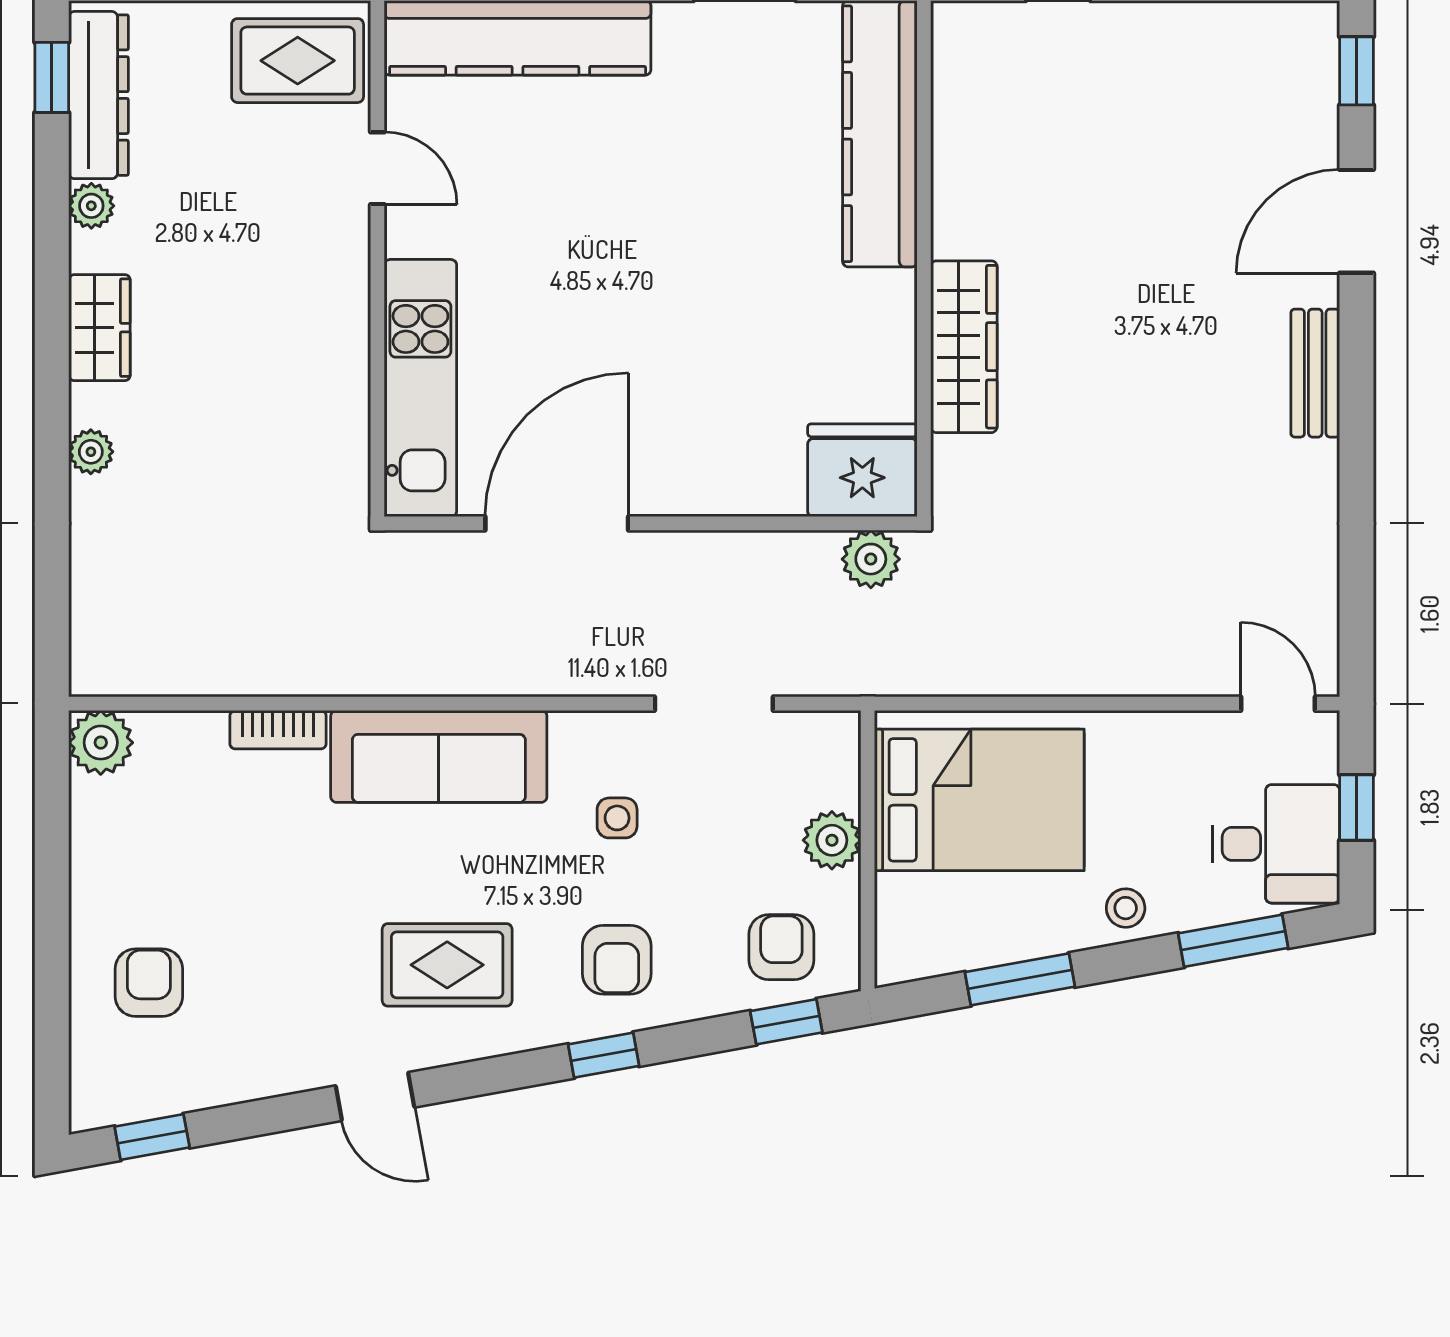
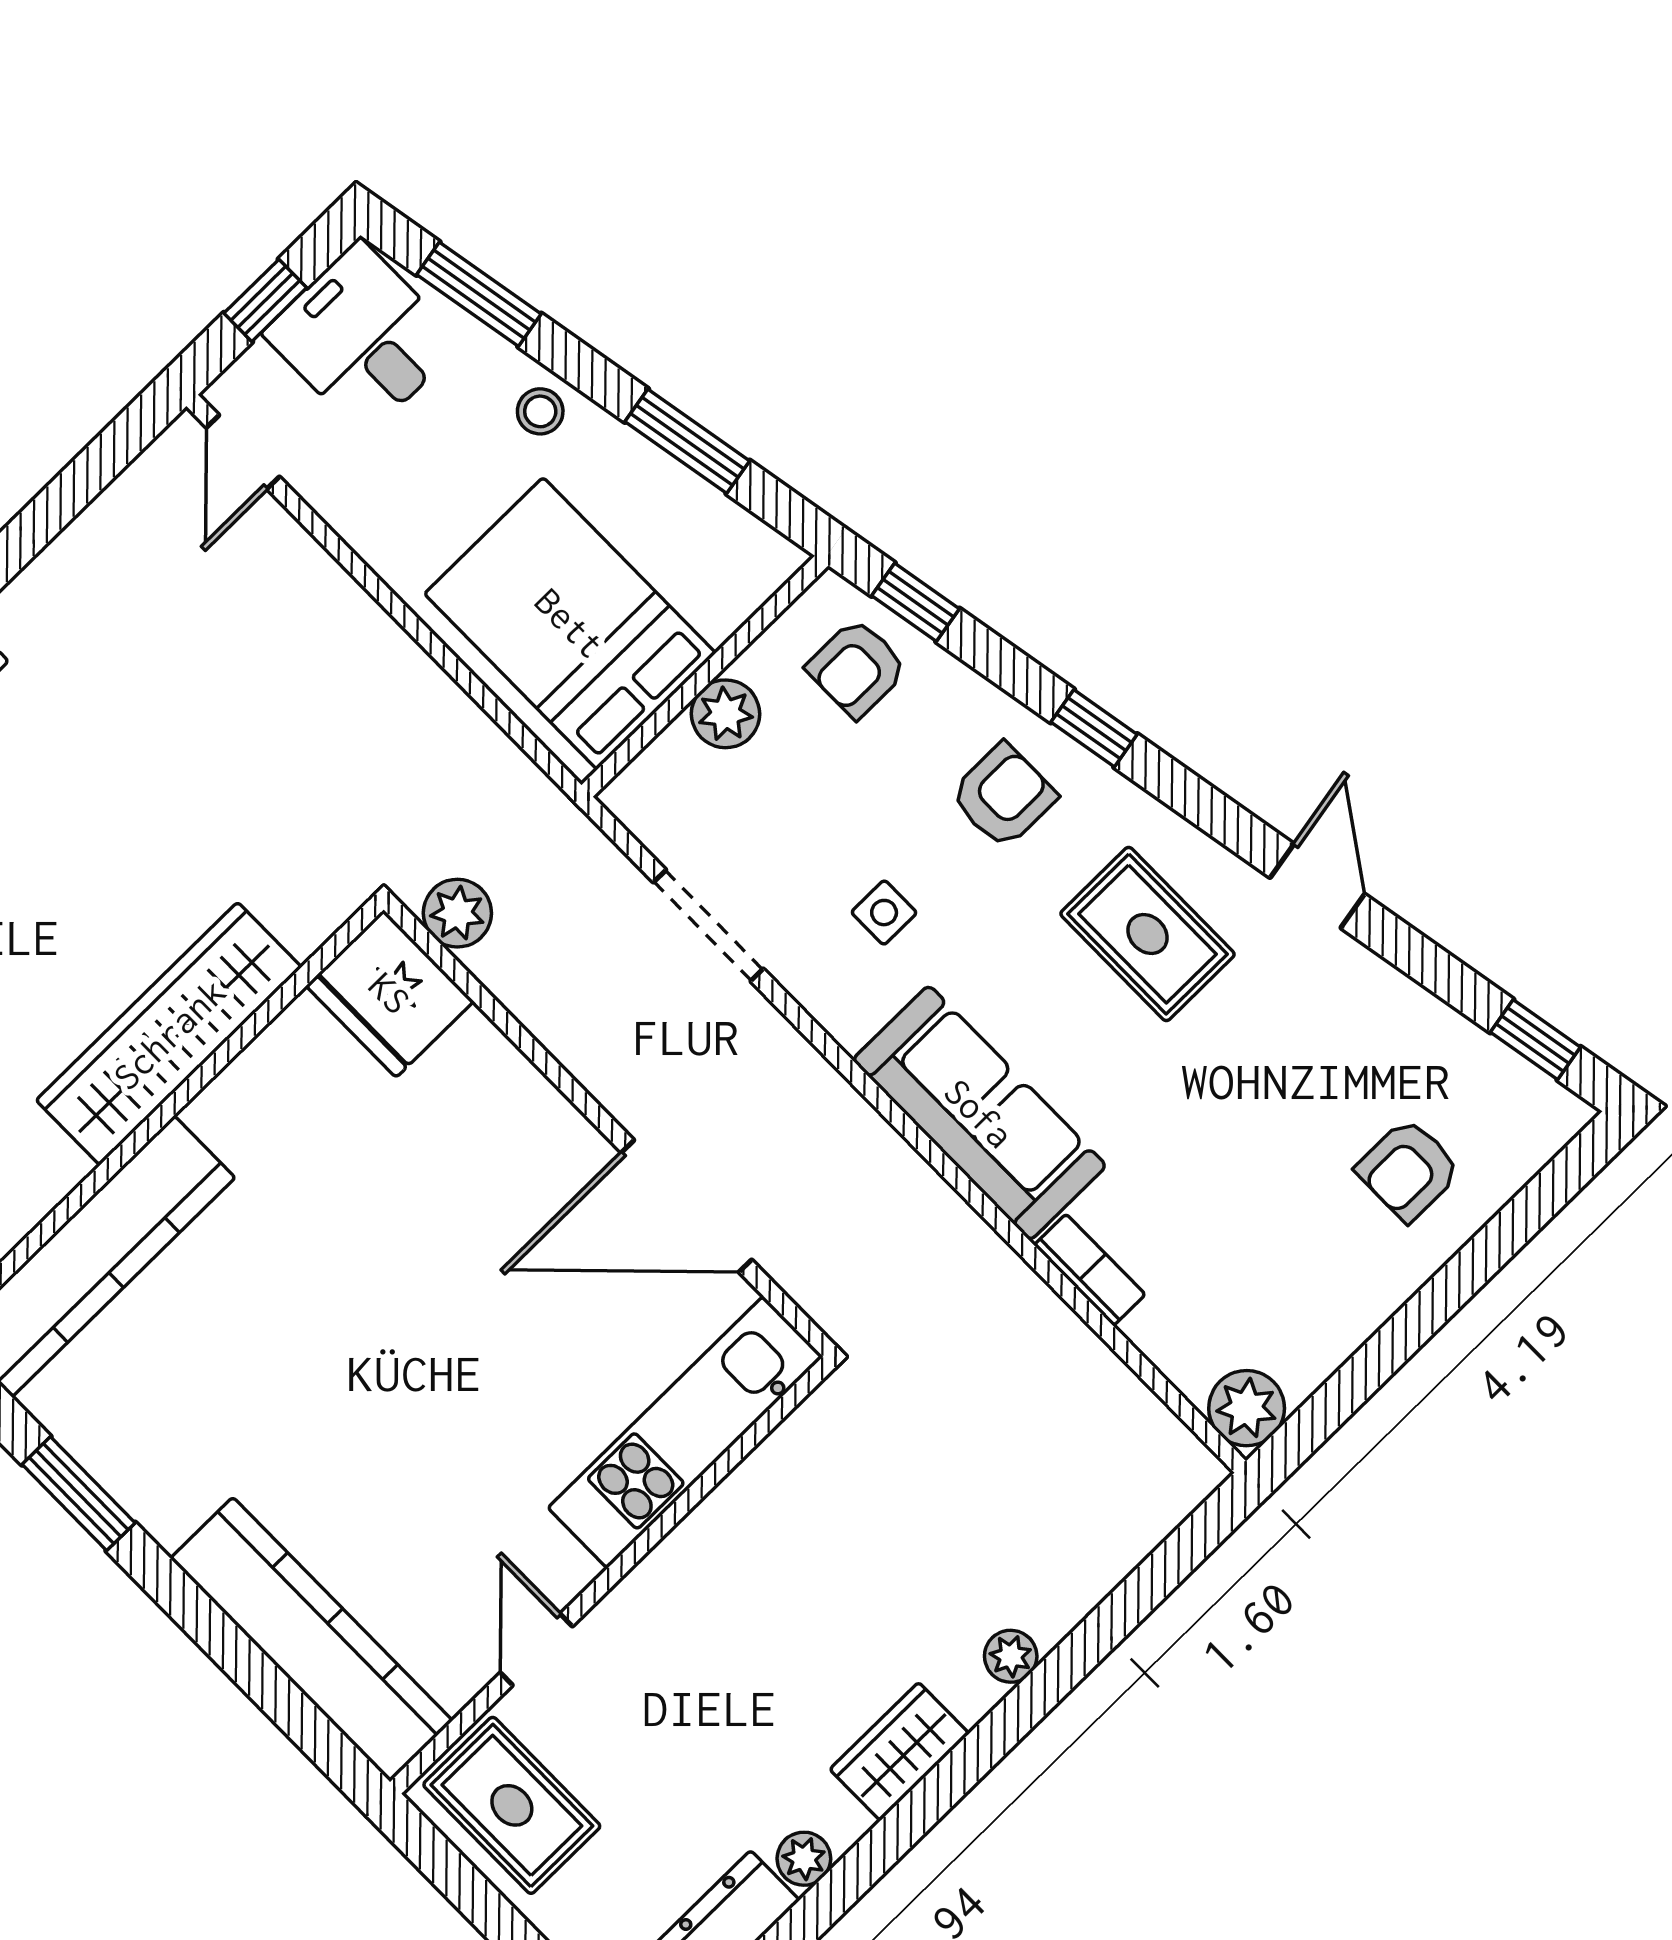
wardrobe: (964, 347) -> (169, 1034), width x1.40, depth x1.17

